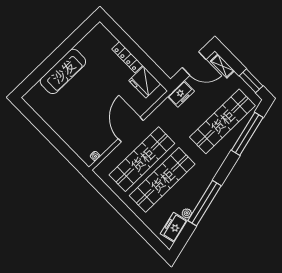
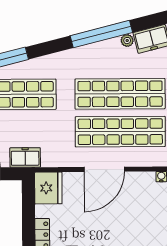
fridge: (145, 82) -> (48, 188), moved

